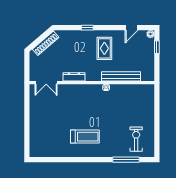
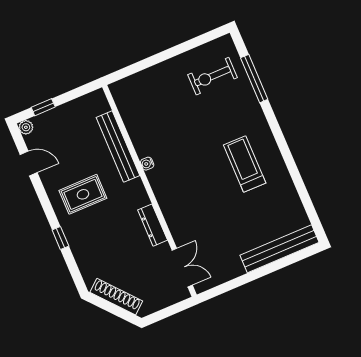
bench: (35, 136) -> (279, 249), added

